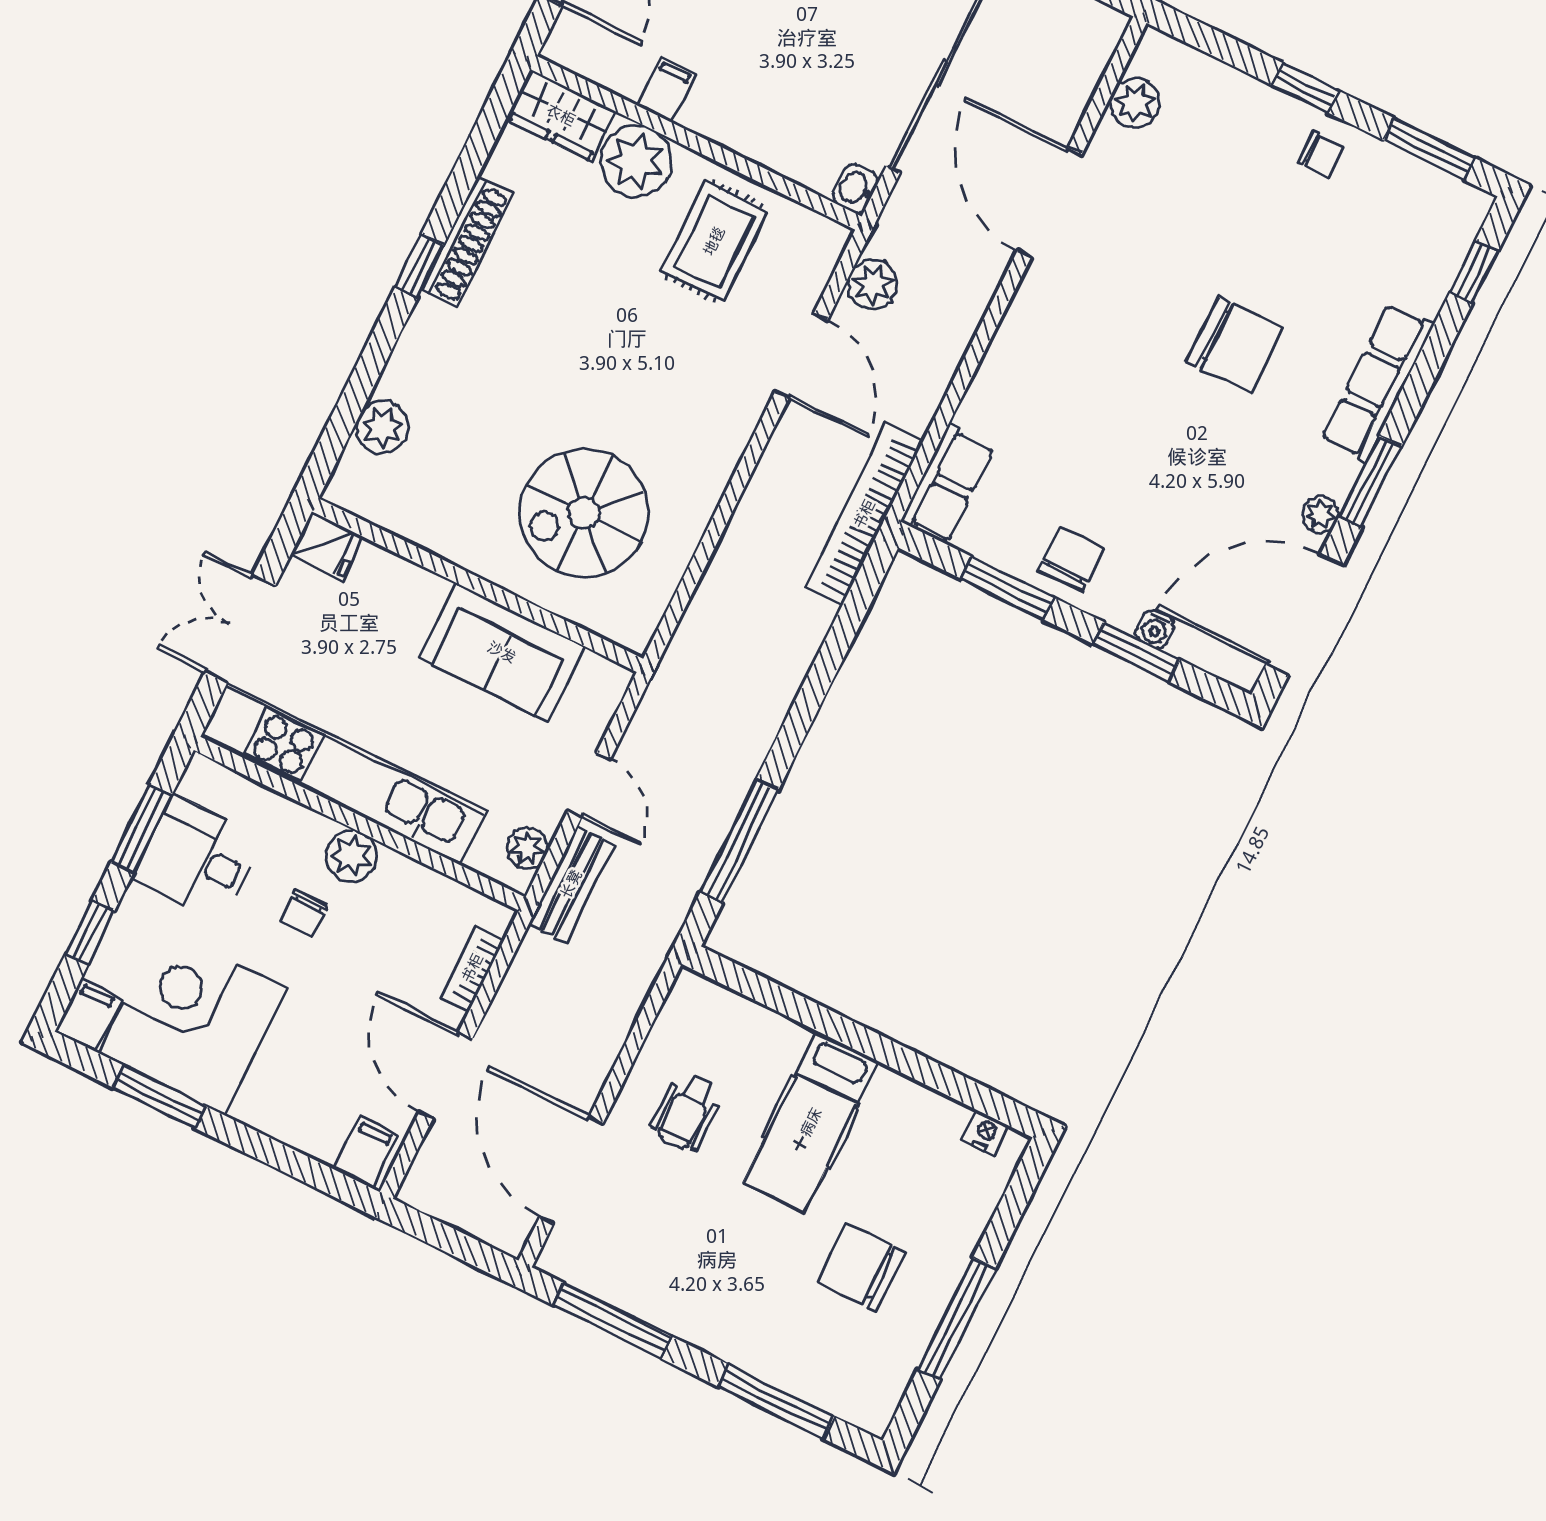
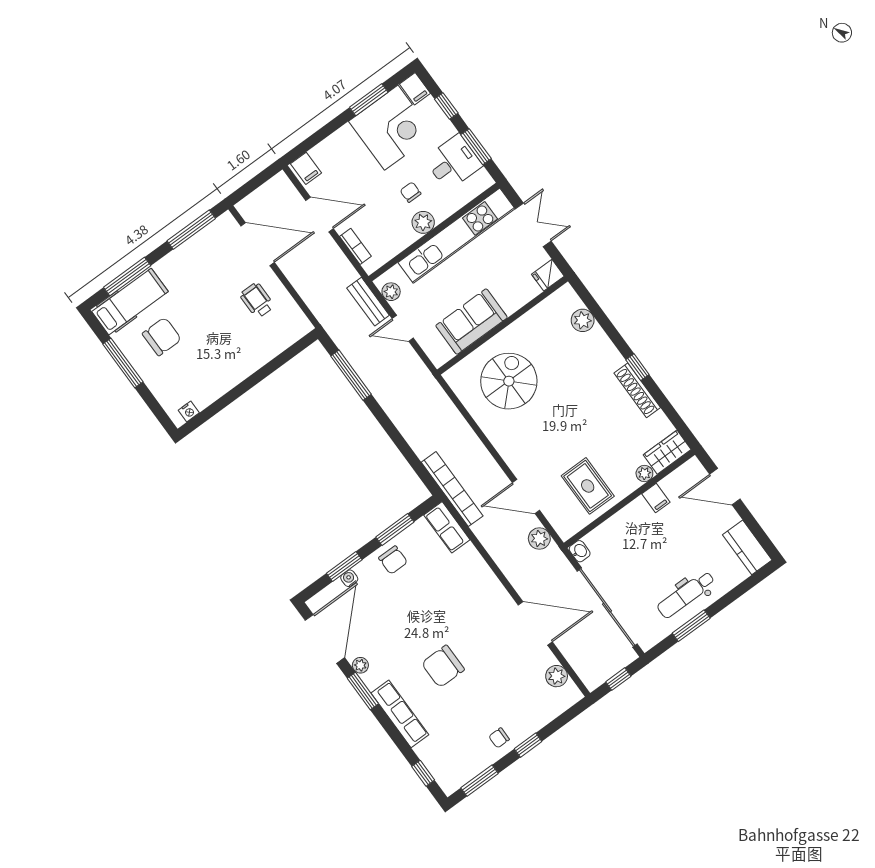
plant: (636, 161) -> (644, 474), width x0.53, depth x0.53
hospital bed: (811, 1122) -> (130, 302), moved, turned 90

